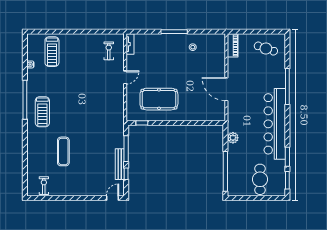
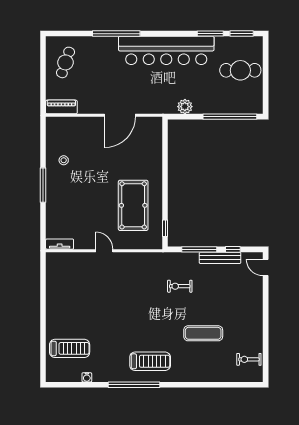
exercise bike: (109, 51) -> (180, 286), moved

